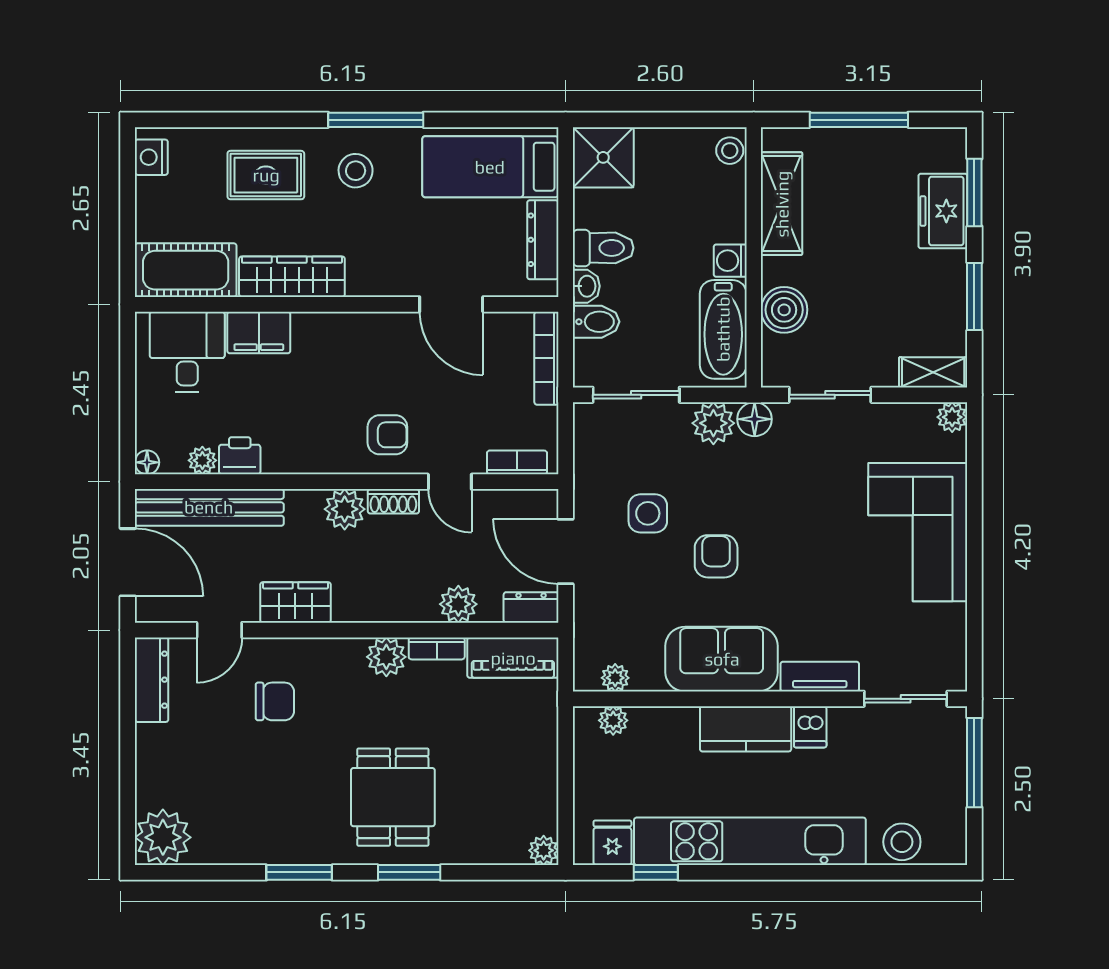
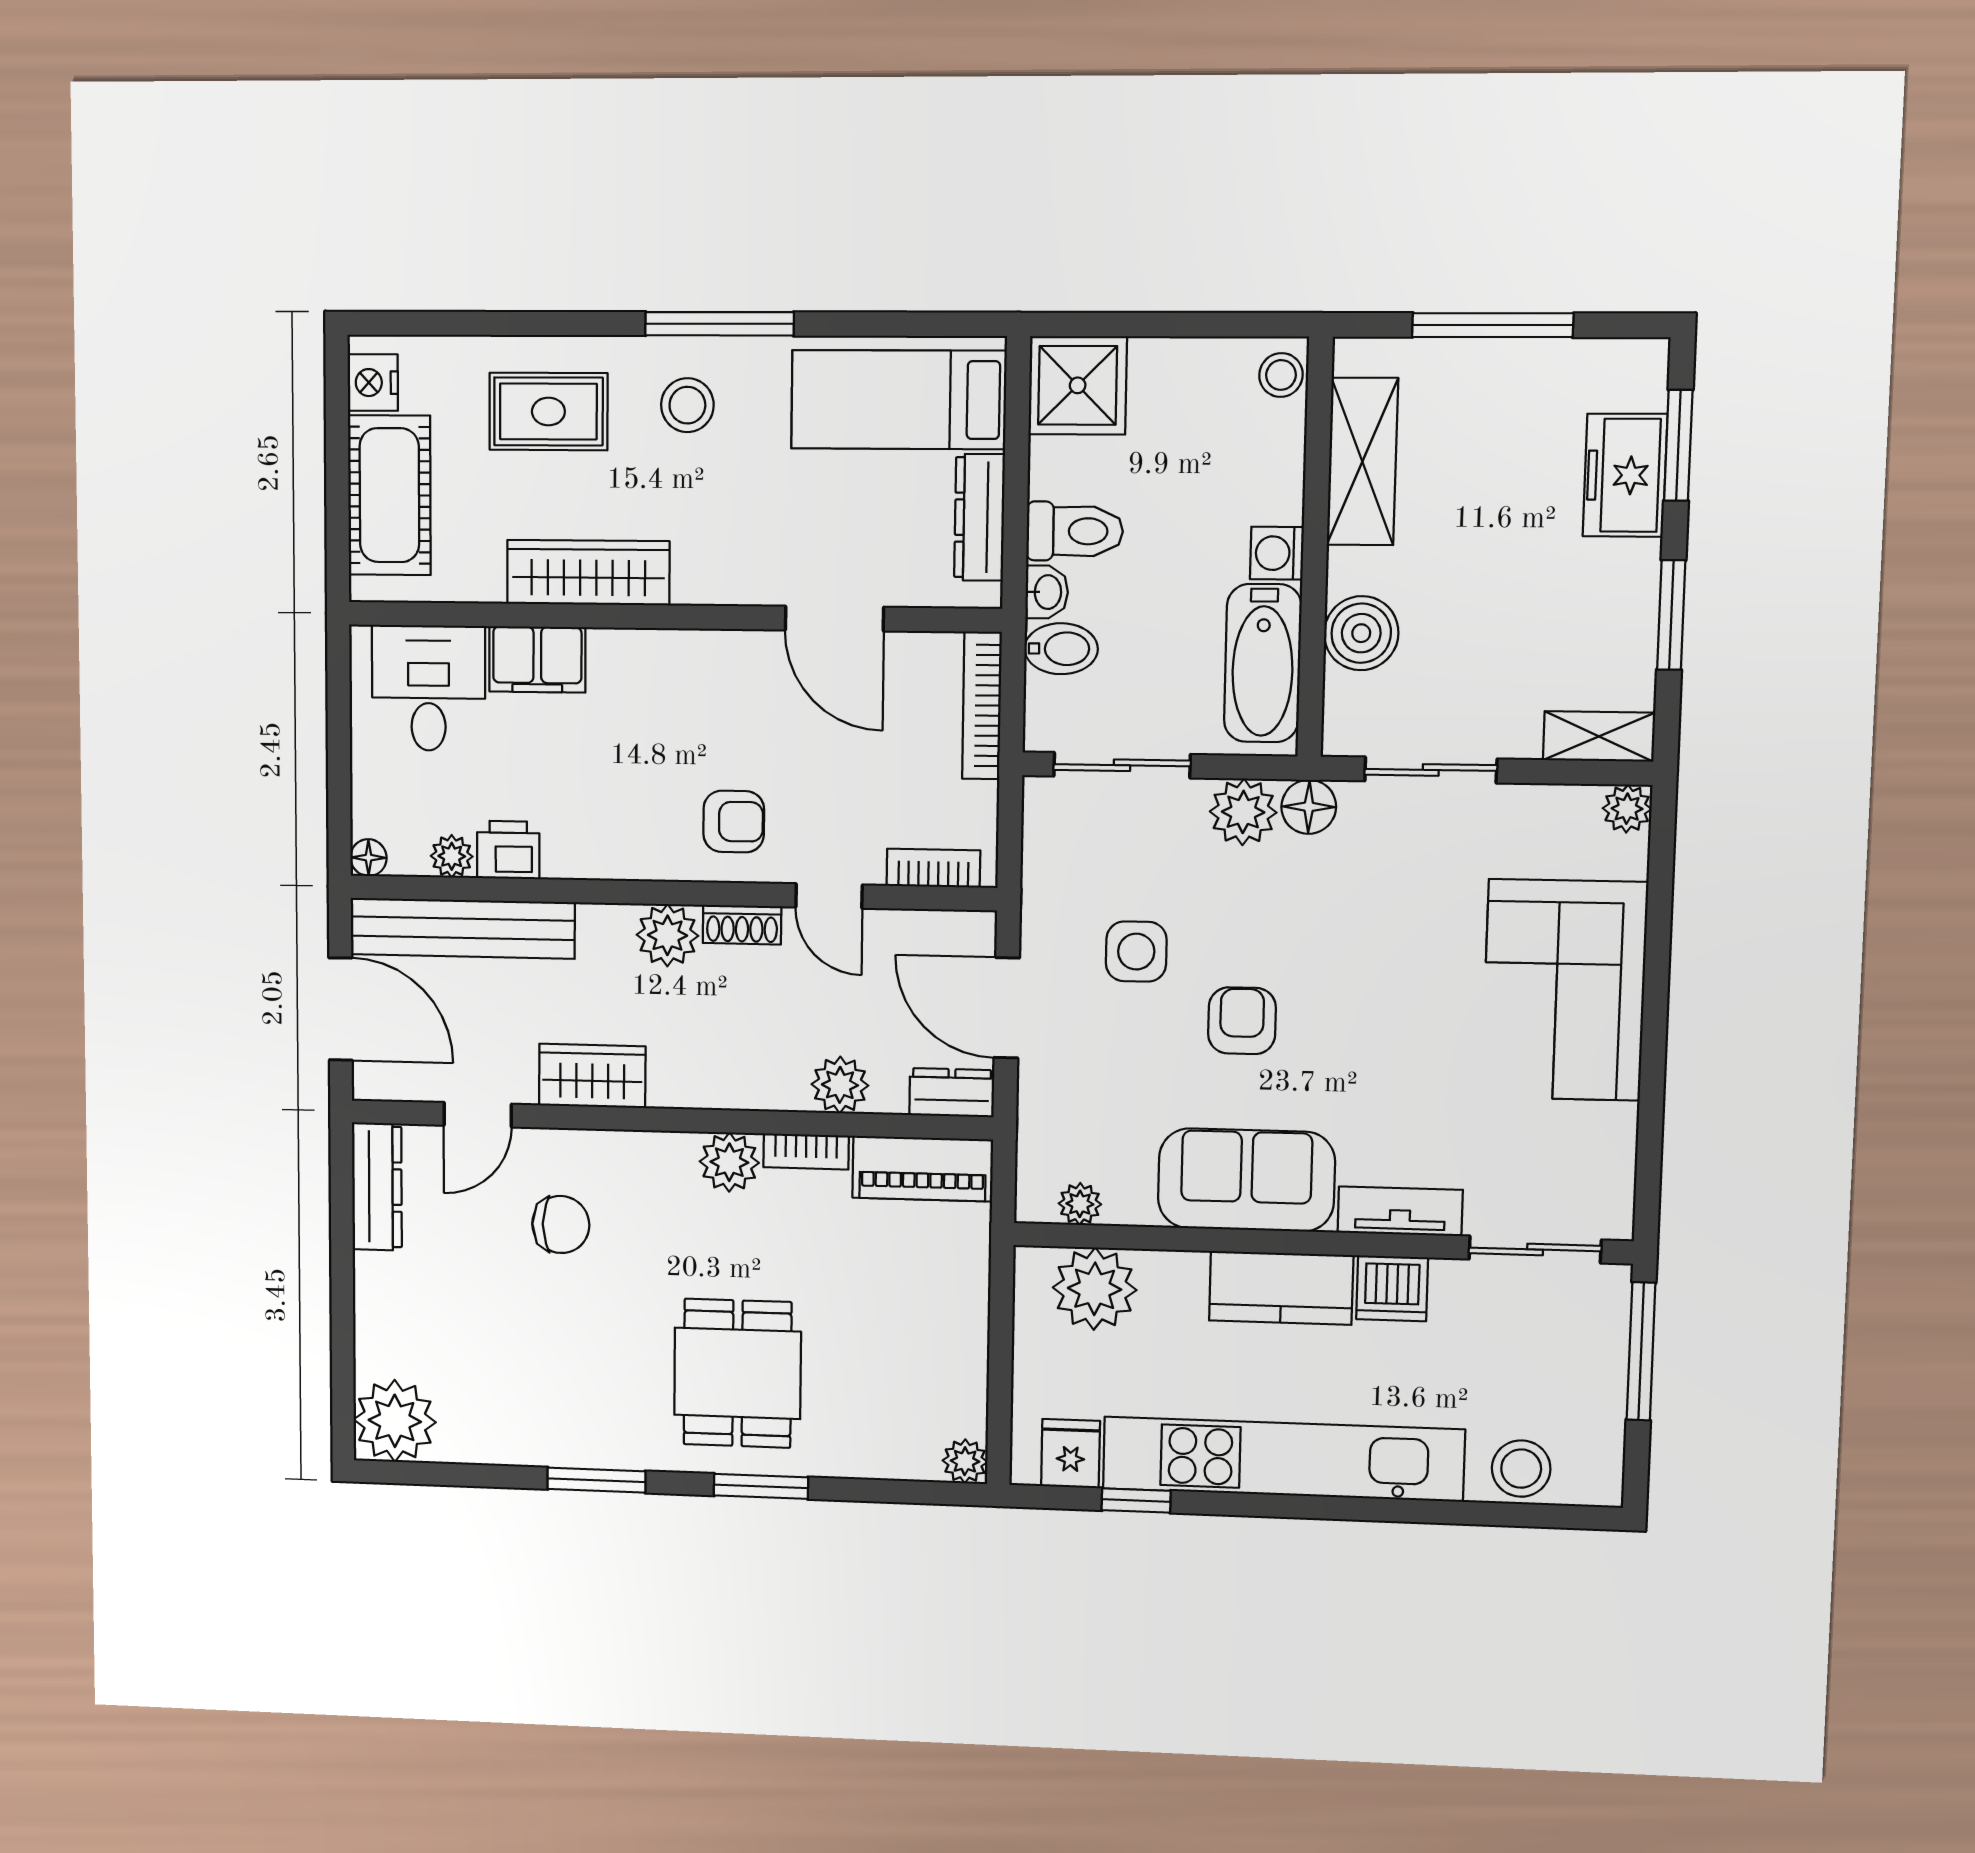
cot: (186, 270) -> (389, 495), moved, turned 90
plant: (613, 720) -> (1095, 1289), width x1.87, depth x1.87
dishwasher: (810, 727) -> (1392, 1288), width x1.38

